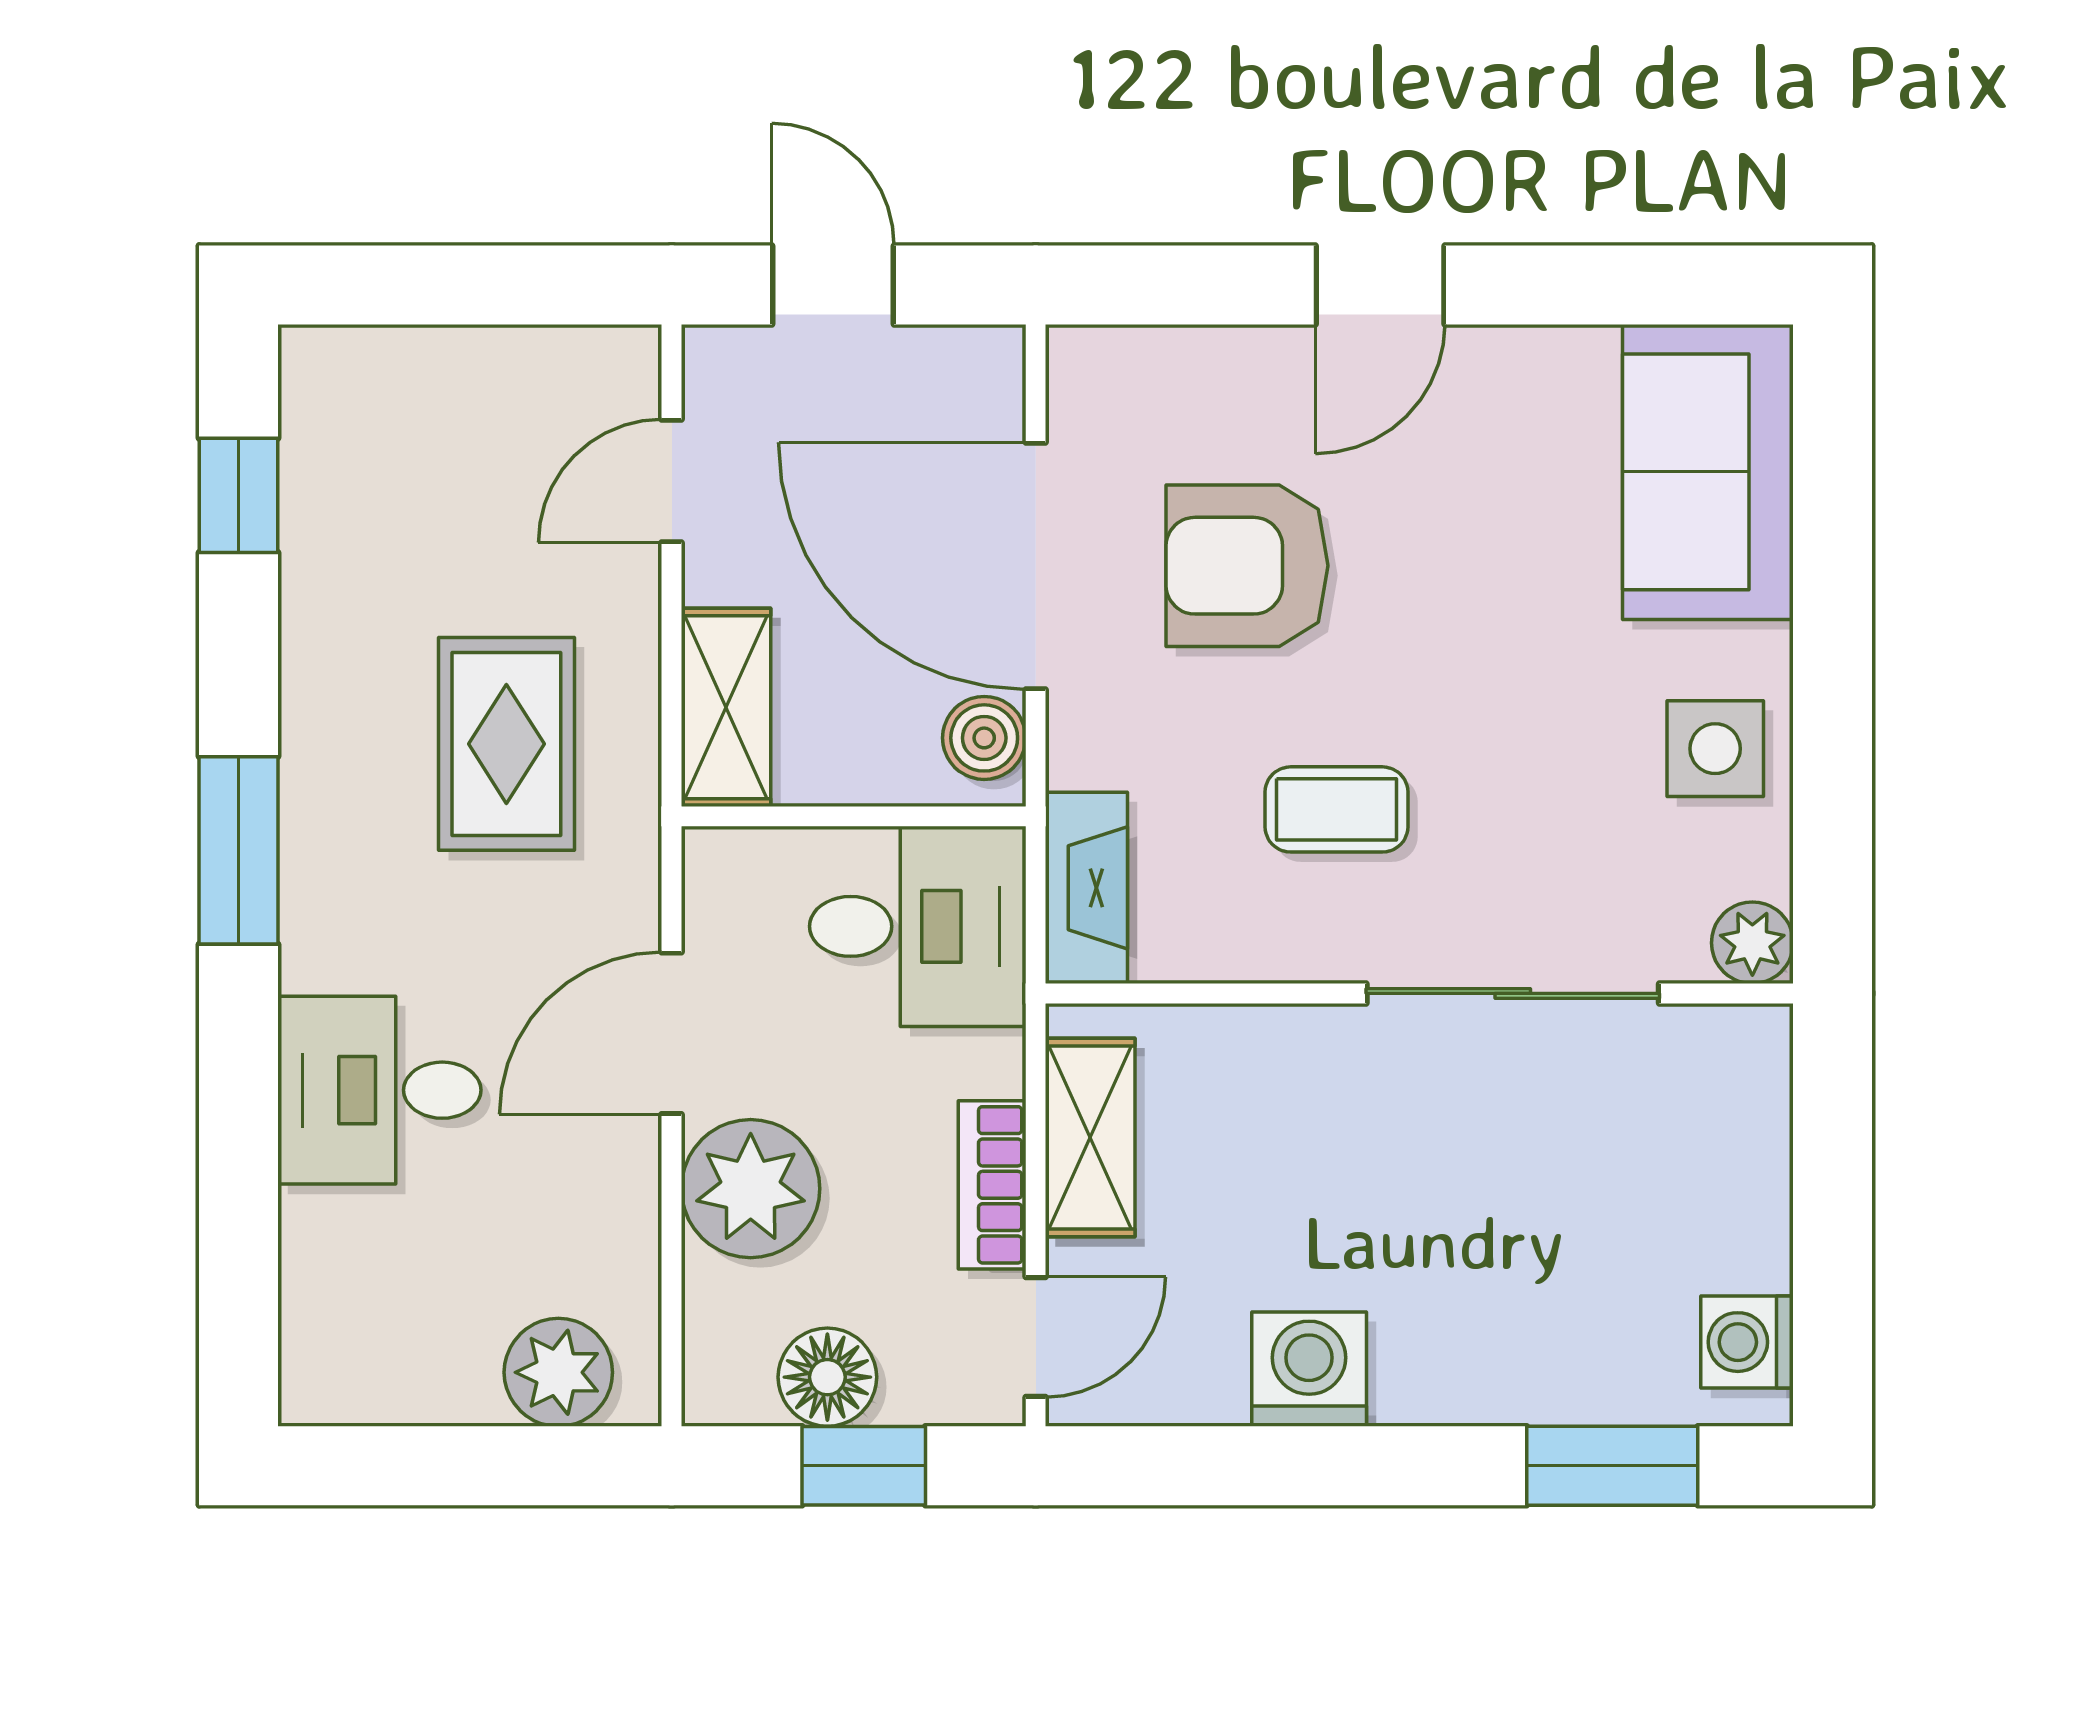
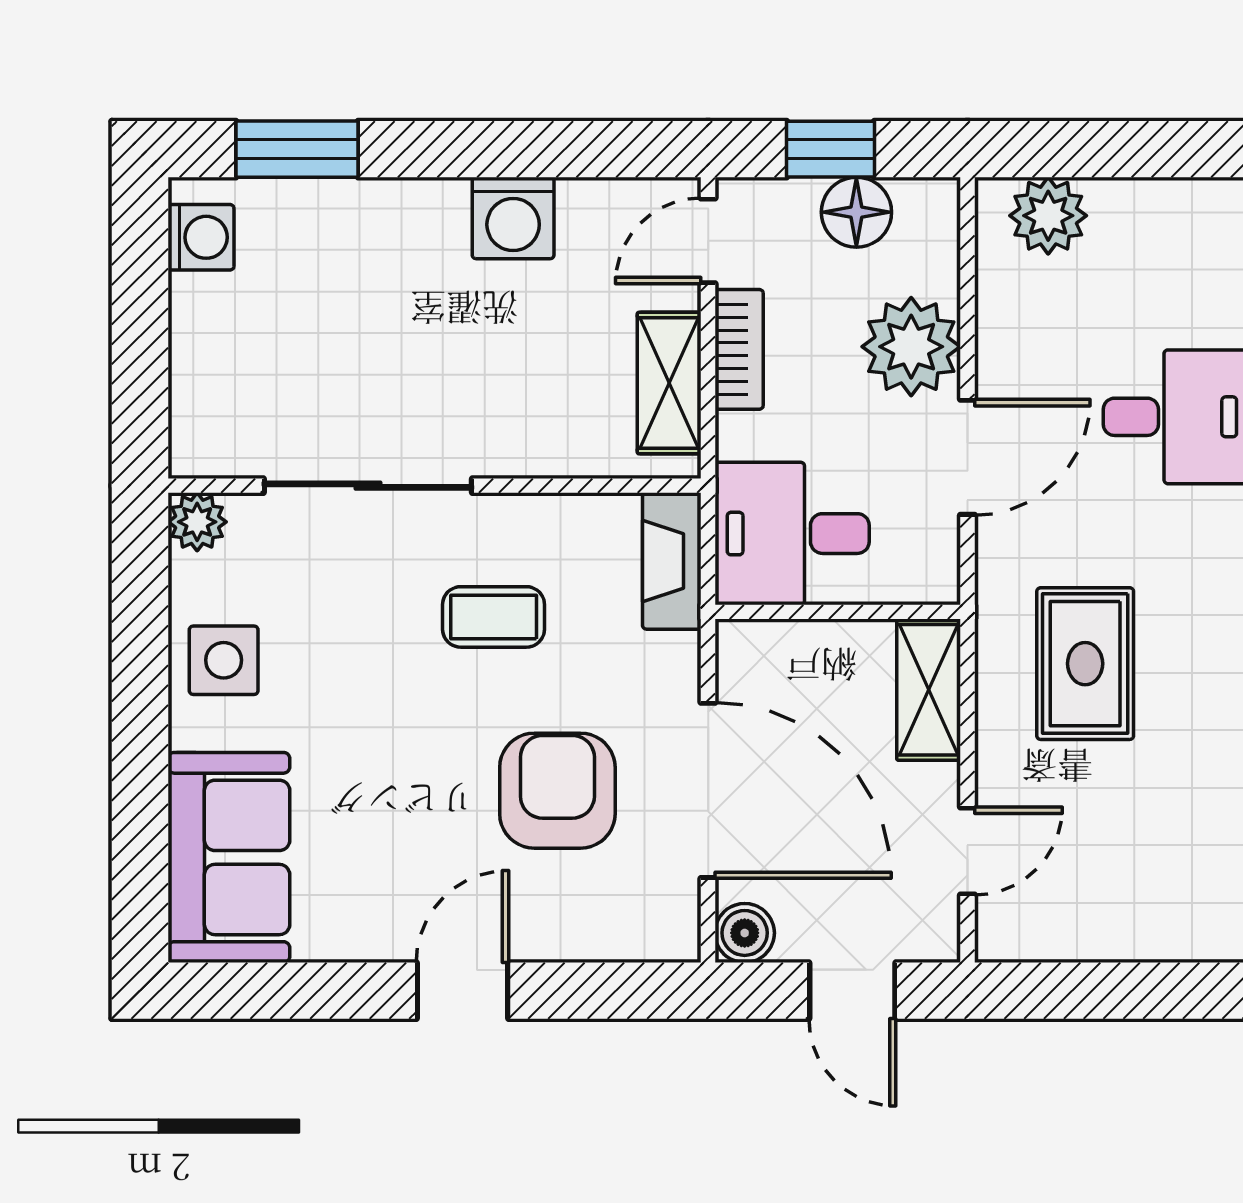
armchair: (1247, 566) -> (557, 791), turned -90
boiler: (984, 738) -> (745, 933), moved

